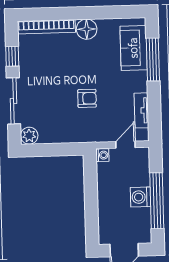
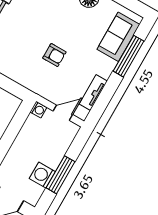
washing machine: (141, 197) -> (42, 175), moved
window: (157, 201) -> (60, 175), width x0.68

